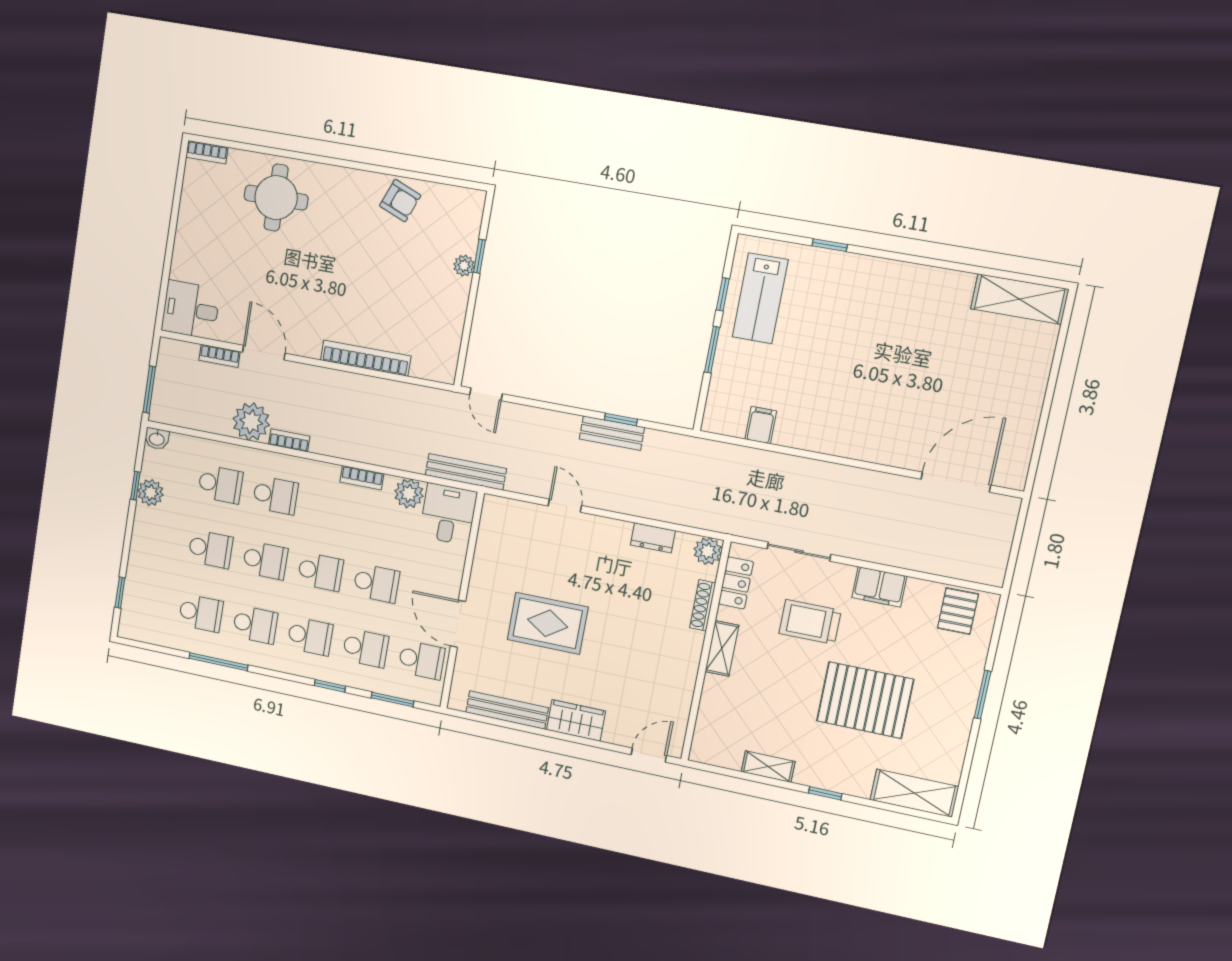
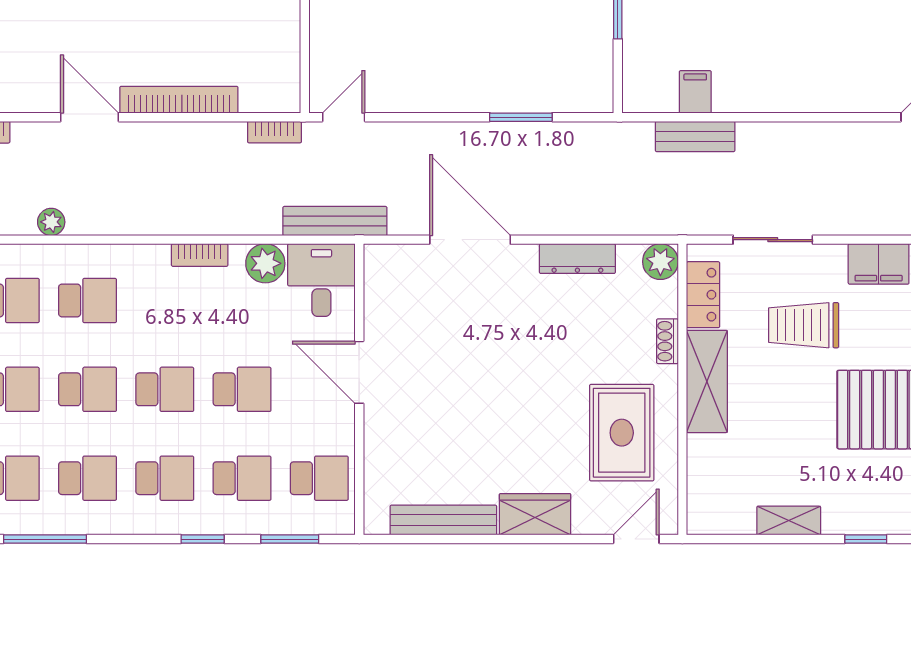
door: (264, 353) -> (90, 117), moved
door: (486, 394) -> (344, 117), swing flipped
window: (621, 419) -> (521, 117), width x1.50
plant: (251, 422) -> (51, 222), width x0.53, depth x0.53
bench: (612, 433) -> (695, 136), moved
bookcase: (289, 440) -> (274, 132), moved, turned 180
door: (565, 506) -> (470, 240), width x1.88
dresser: (653, 538) -> (577, 259), width x1.44
shoe rack: (703, 605) -> (667, 341), width x0.70
rug: (548, 623) -> (622, 433), moved, turned 90
door: (458, 624) -> (359, 372), moved
shelving: (722, 648) -> (707, 381), width x1.50, depth x1.33

